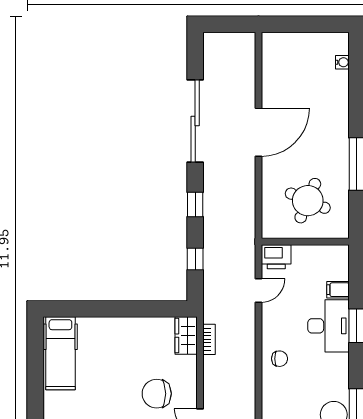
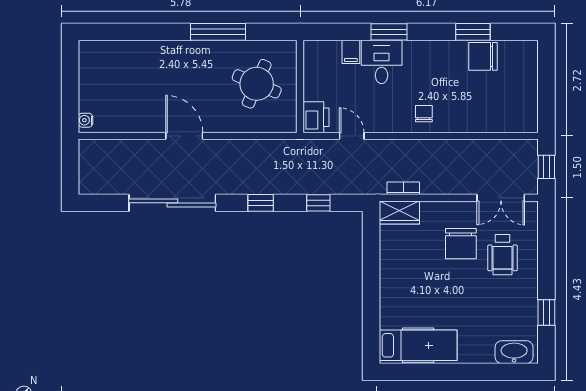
water cooler: (342, 62) -> (86, 120), moved, turned -90
door: (259, 132) -> (184, 136), width x0.73
desk: (329, 326) -> (382, 62), width x0.73

